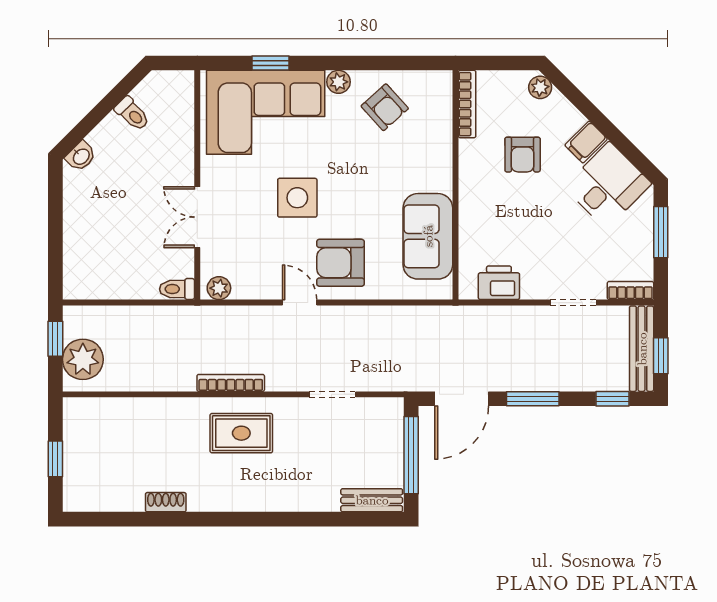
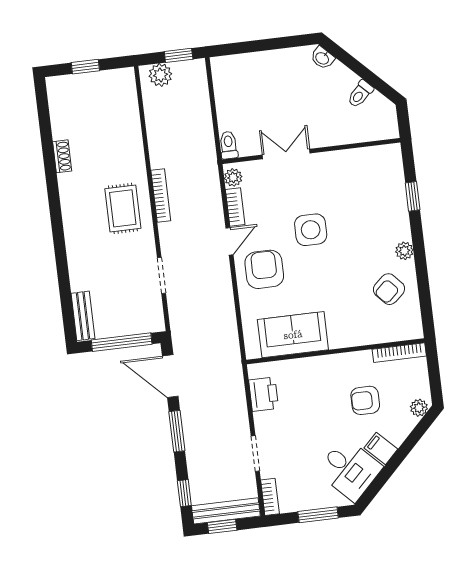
corner sofa: (266, 112) -> (374, 197), removed
bookcase: (257, 290) -> (235, 207), added
plant: (83, 359) -> (160, 75), width x0.73, depth x0.73

